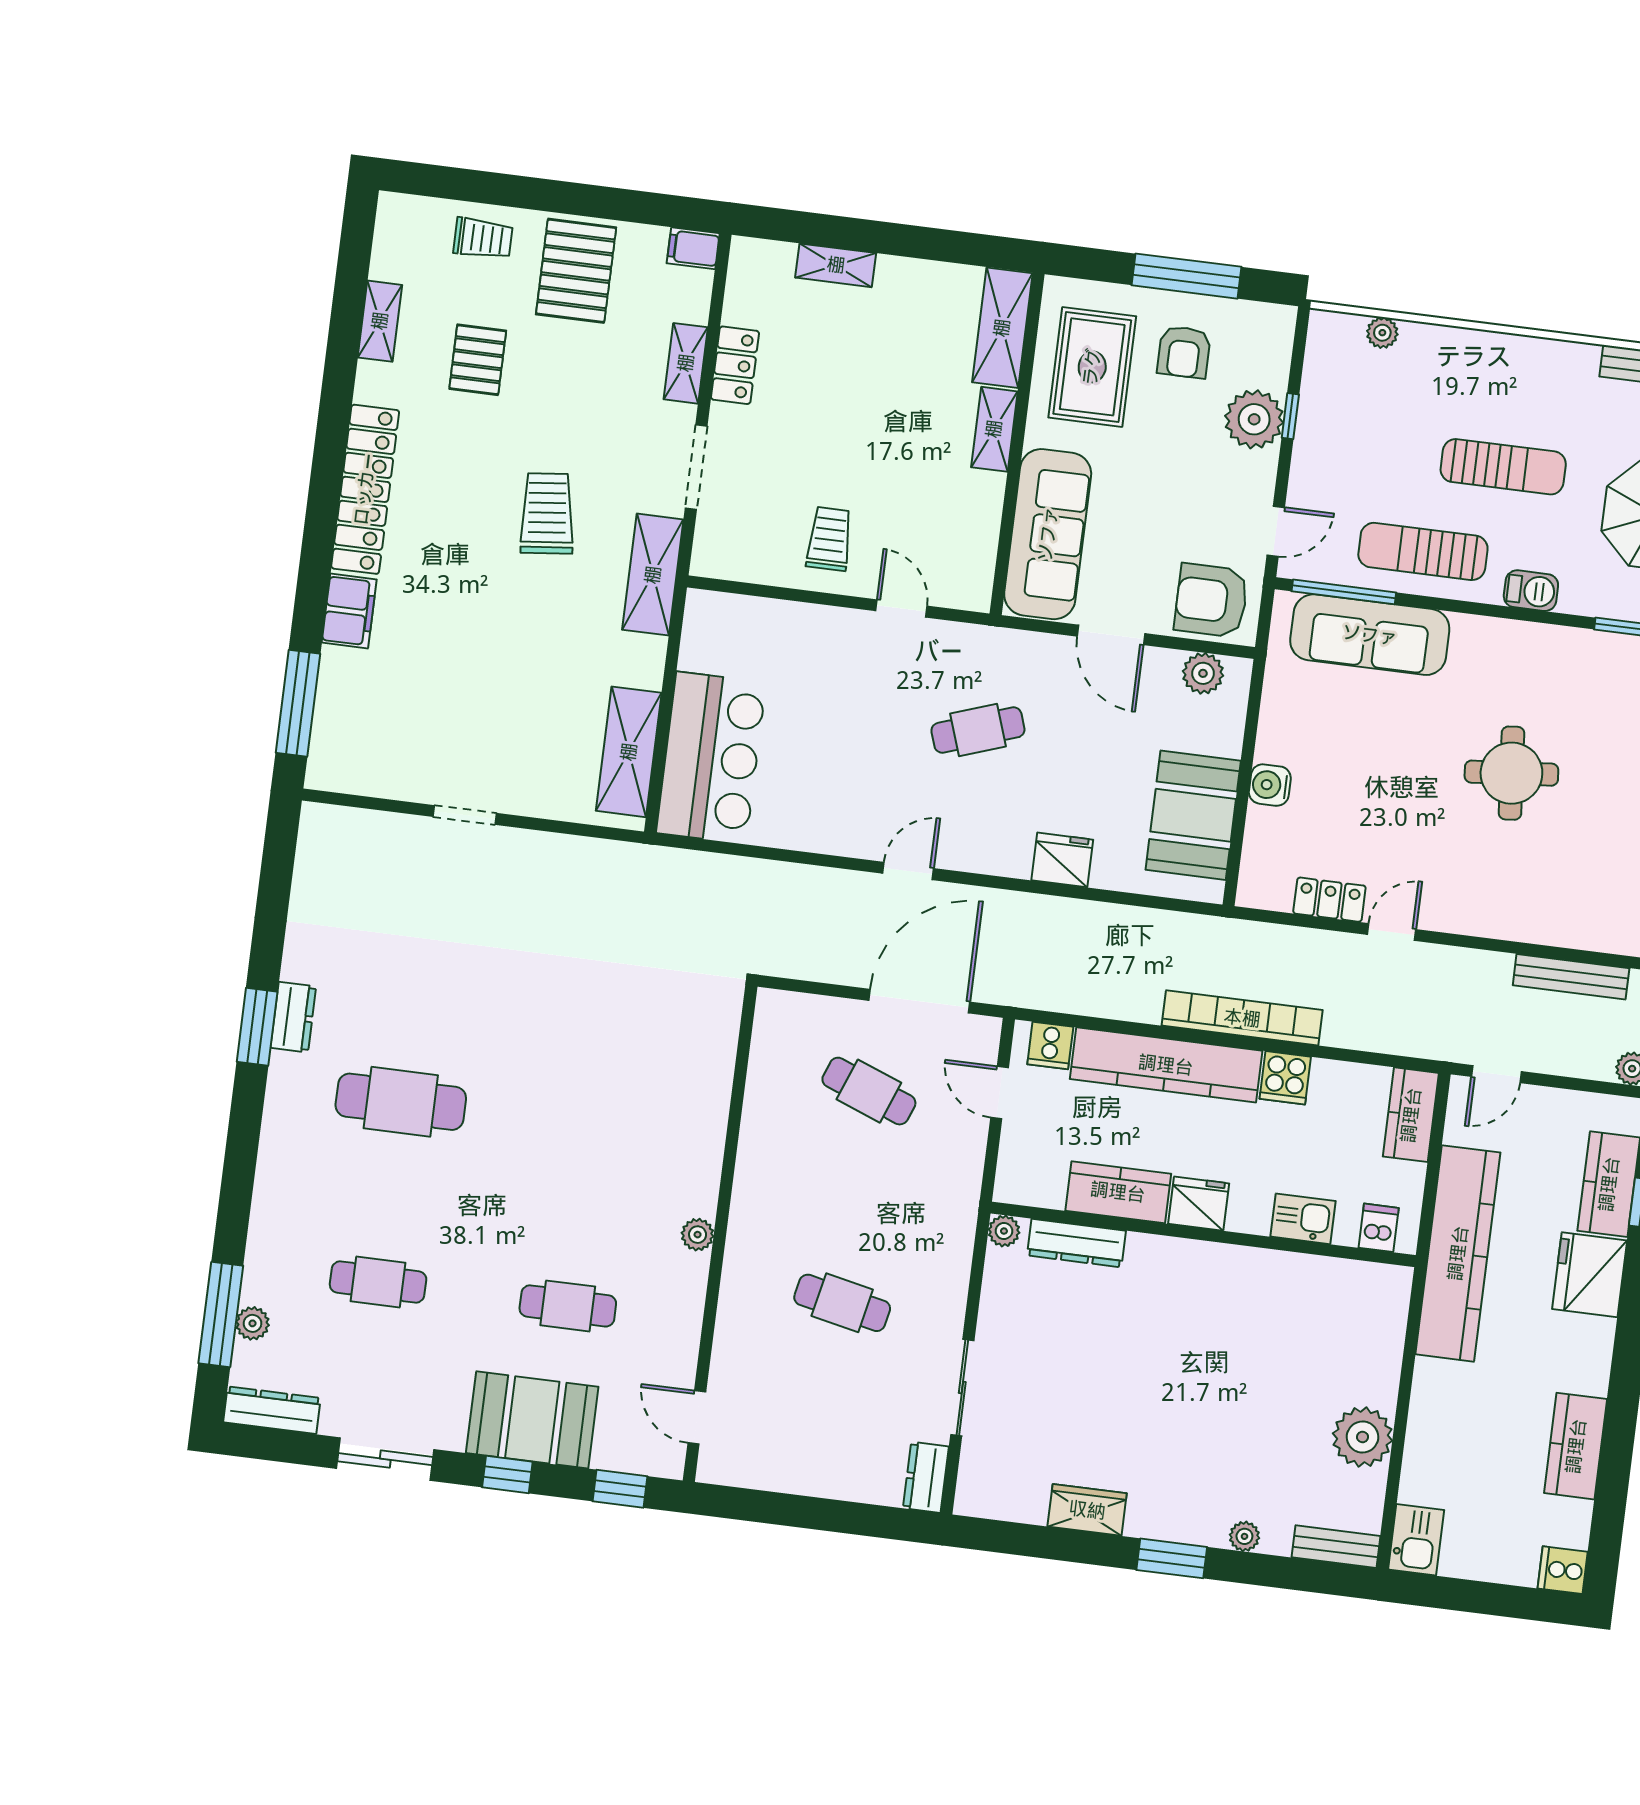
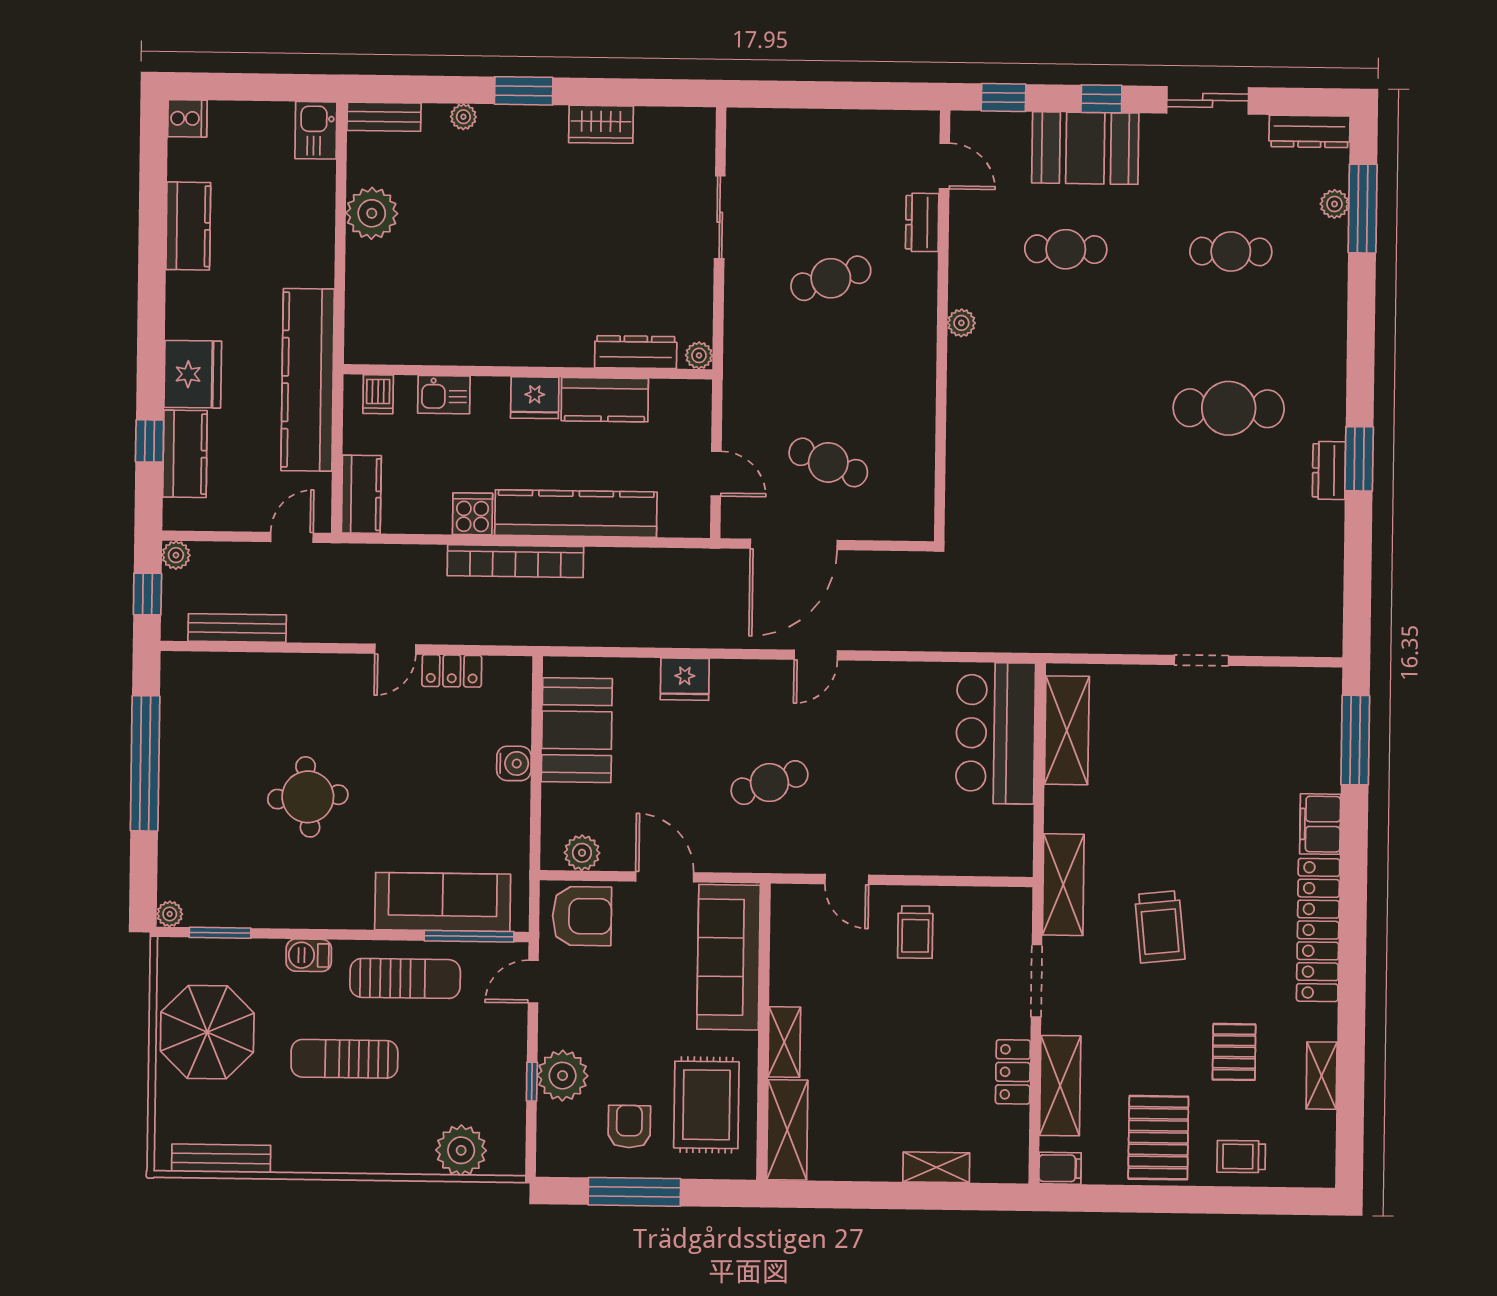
plant: (1382, 333) -> (461, 1150), width x1.88, depth x1.88
shelving: (686, 363) -> (1060, 1086), width x1.50, depth x1.33
cooker: (1050, 1046) -> (677, 519), removed
cafe table: (842, 1303) -> (831, 278), turned -30
dresser: (926, 1477) -> (922, 222), moved, turned 180

